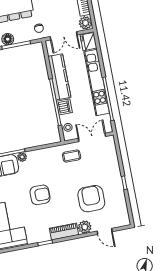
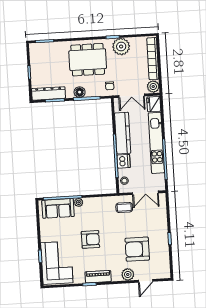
double door: (92, 137) -> (145, 193), swing flipped
armchair: (91, 199) -> (137, 249), turned -90
piano: (64, 231) -> (98, 277), moved
door: (105, 231) -> (146, 281), hinge flipped

